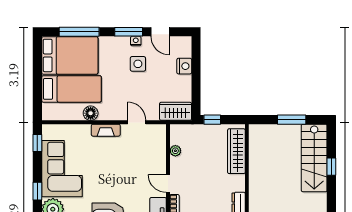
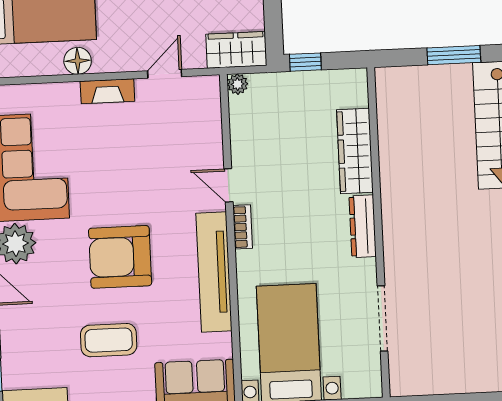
door: (137, 122) -> (165, 74), hinge flipped
plant: (175, 151) -> (238, 84), moved
wardrobe: (236, 151) -> (355, 151), moved

